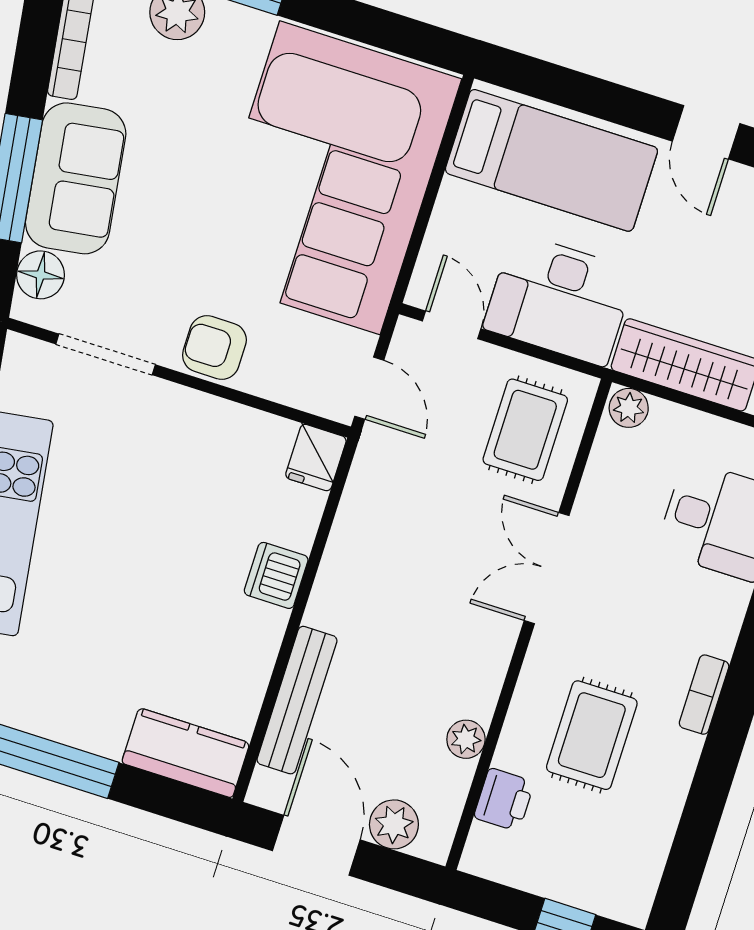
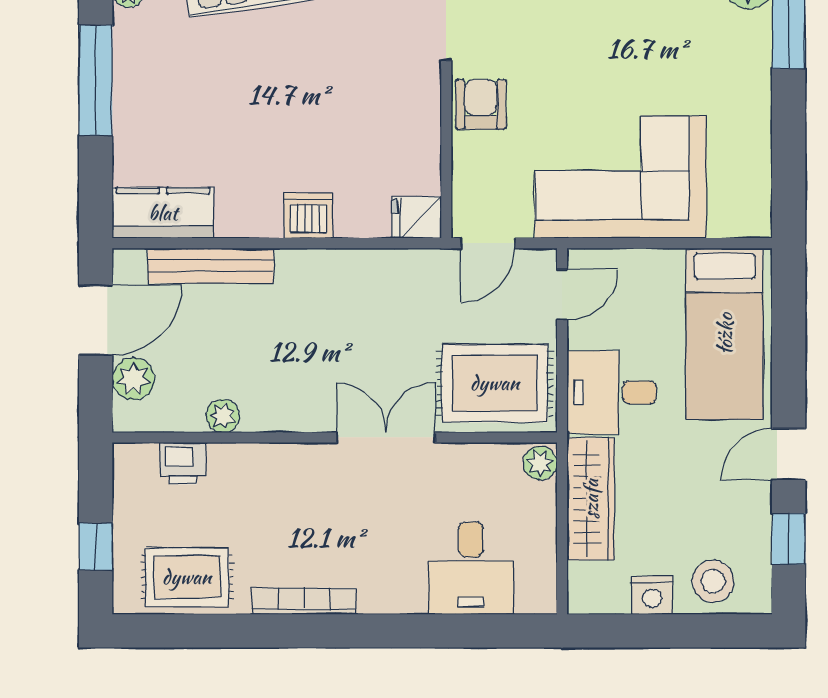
corner sofa: (330, 178) -> (621, 177), width x0.73, depth x0.74
desk: (559, 299) -> (612, 393), width x0.73
rug: (525, 430) -> (495, 383), width x1.36, depth x1.43
bookcase: (704, 695) -> (304, 601), width x1.56
rug: (592, 735) -> (187, 577), moved
kitchen counter: (186, 753) -> (163, 213), moved, turned -90

